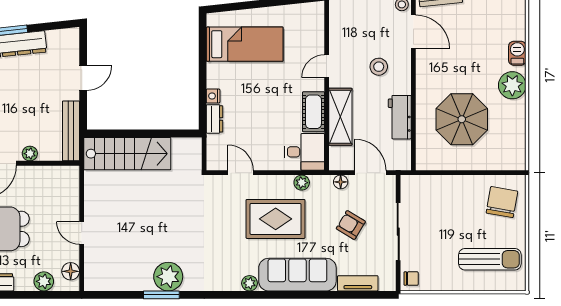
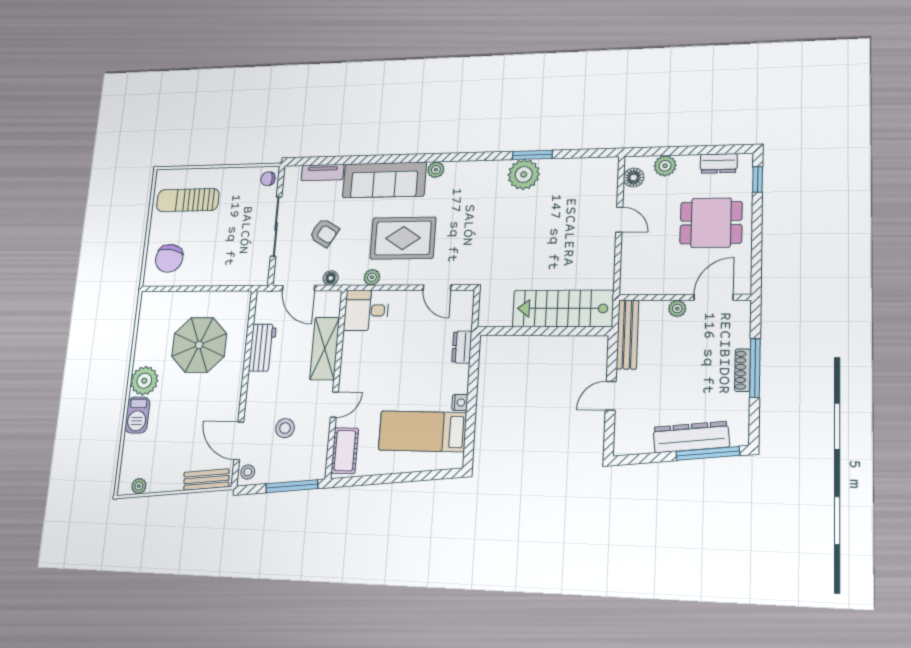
barbecue: (517, 53) -> (137, 415), width x1.38, depth x1.27
stool: (379, 67) -> (285, 428), moved
nightstand: (213, 96) -> (460, 402), moved
cot: (313, 112) -> (345, 451), moved

